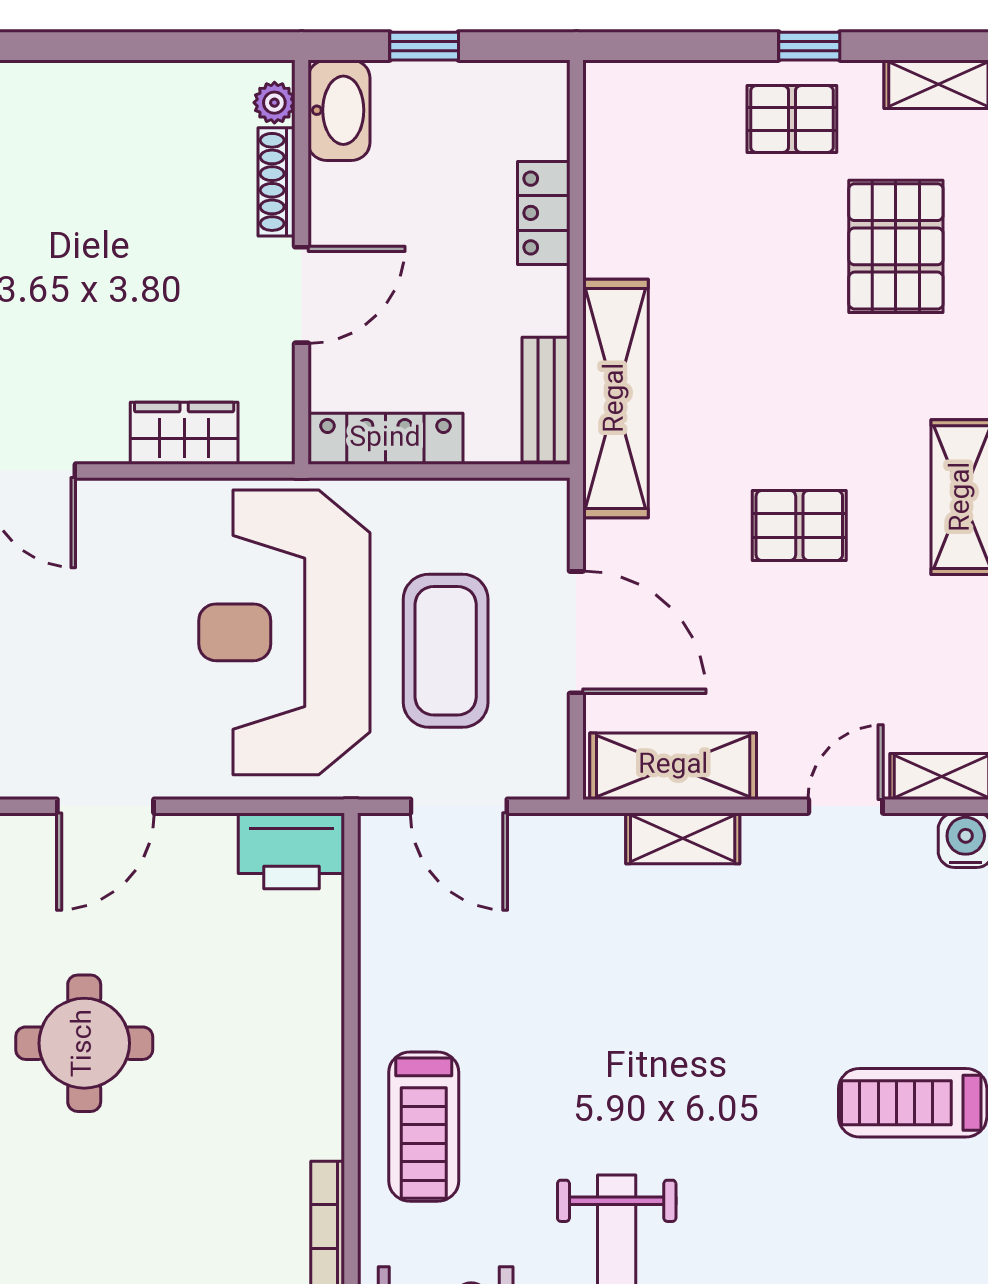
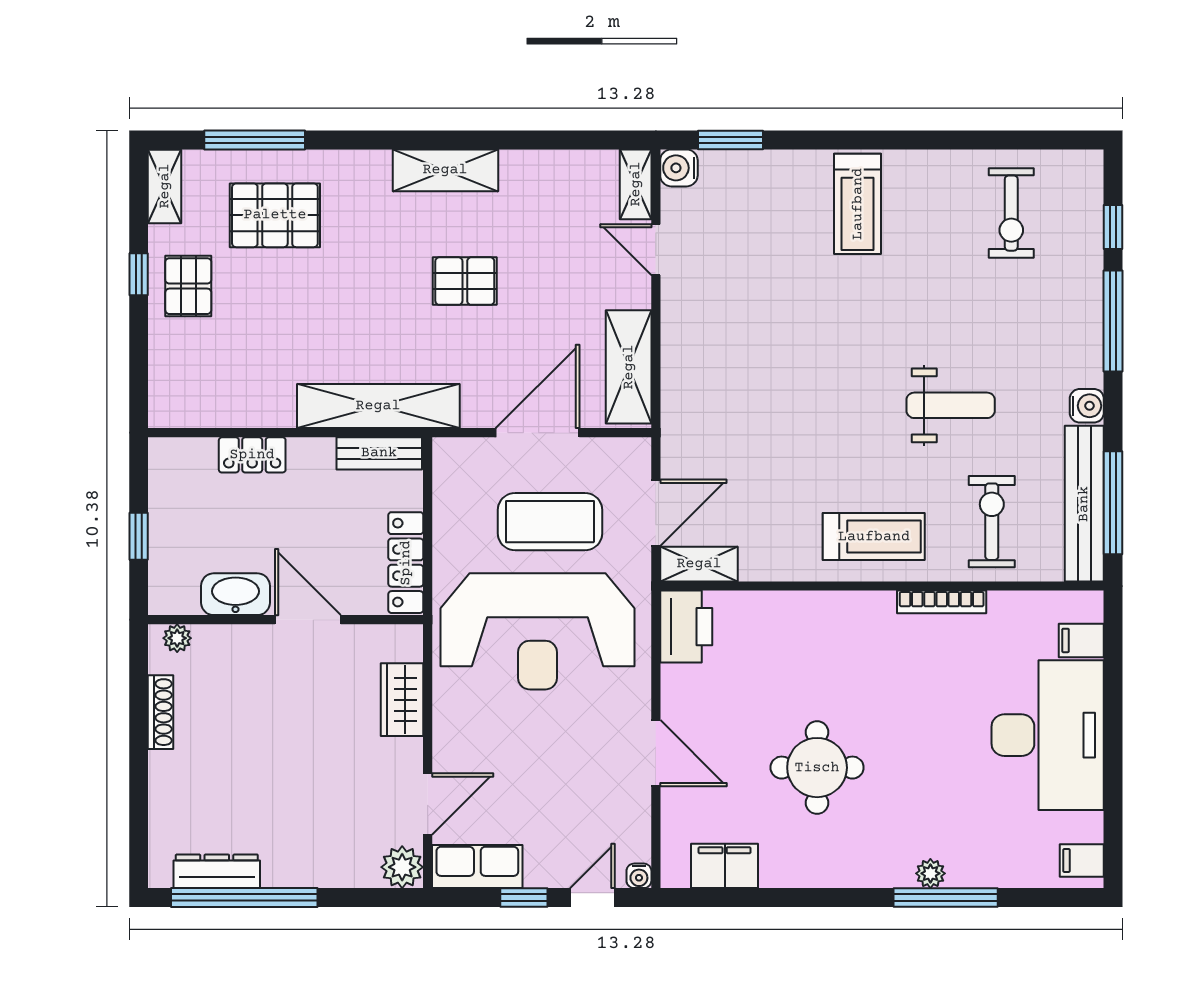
washbasin: (339, 110) -> (235, 594), moved
shoe rack: (277, 182) -> (161, 712), moved, turned -90
pallet: (799, 525) -> (465, 281), turned 90
shelving: (683, 838) -> (699, 564), moved, turned 90

